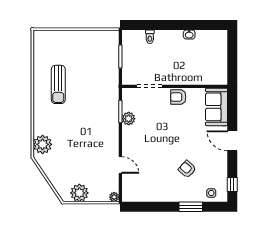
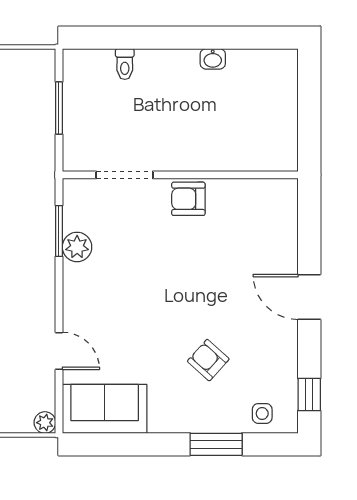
sofa: (216, 107) -> (105, 409), moved, turned 90

